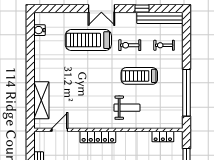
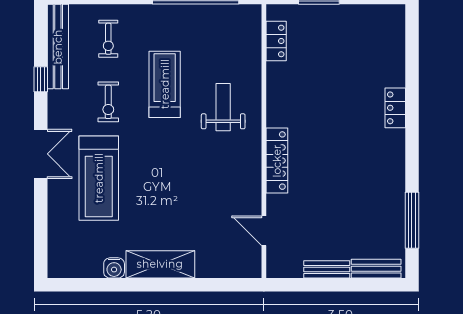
water cooler: (39, 30) -> (114, 268), moved
treadmill: (139, 76) -> (165, 84), turned 180
shelving: (41, 100) -> (160, 264), moved

